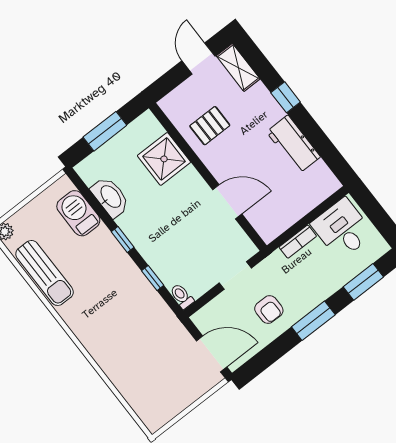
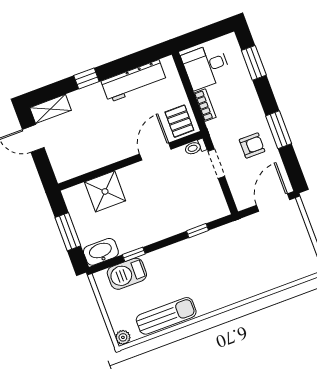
pallet: (210, 126) -> (179, 121), moved
workbench: (293, 144) -> (134, 81), width x1.38
washbasin: (110, 197) -> (101, 252), moved
window: (123, 239) -> (134, 254), moved
toilet: (182, 296) -> (195, 147), moved
window: (313, 321) -> (279, 130), moved

